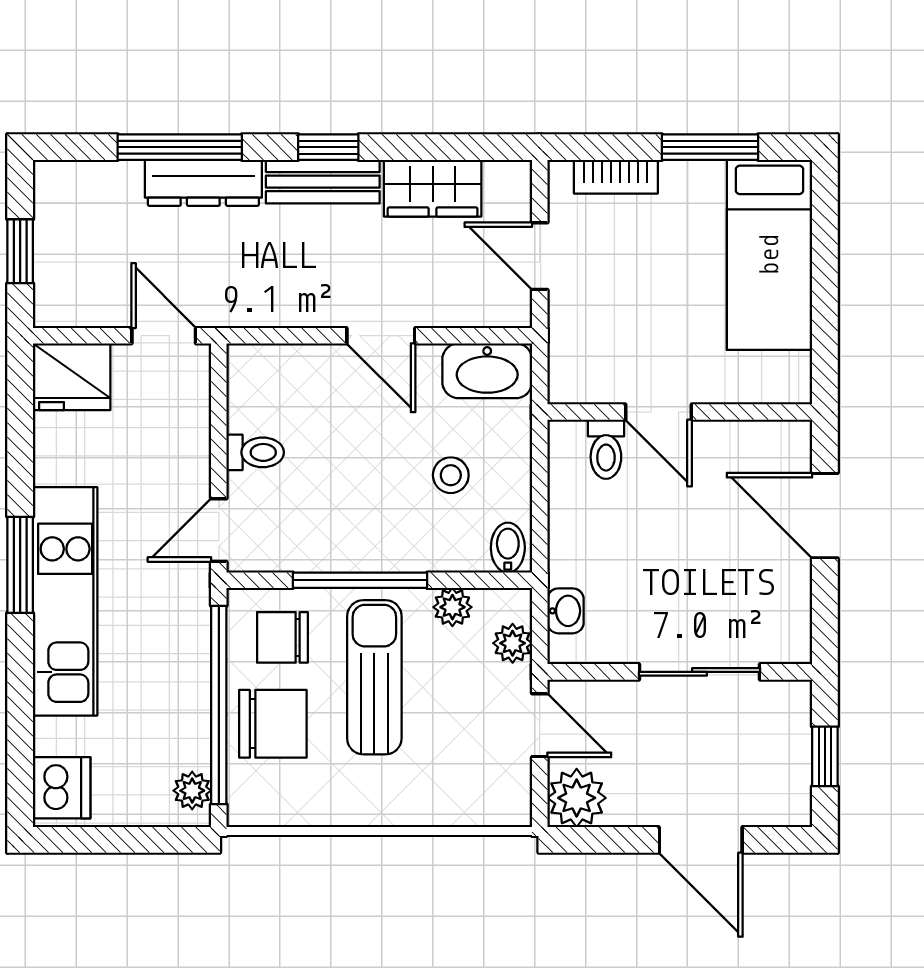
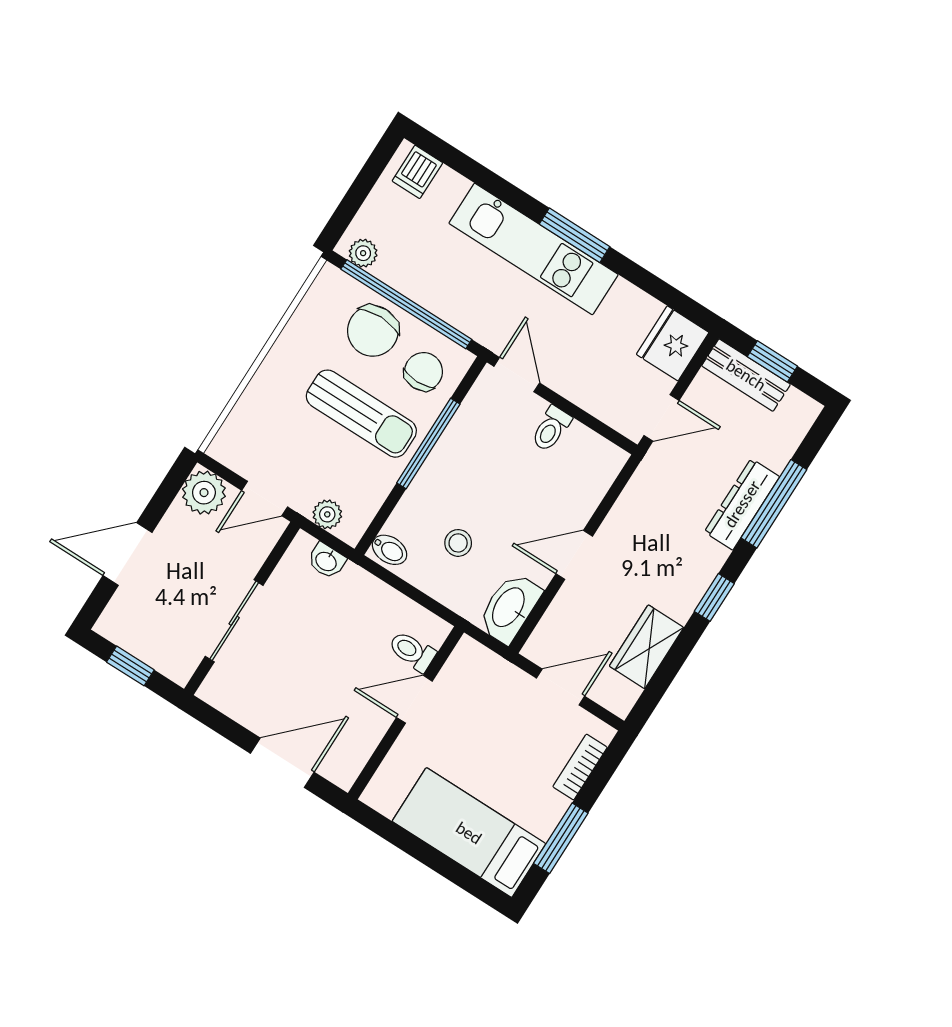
bench: (323, 182) -> (746, 375), moved, turned 90
plant: (452, 607) -> (374, 491), removed
dishwasher: (62, 788) -> (417, 172), width x0.73

